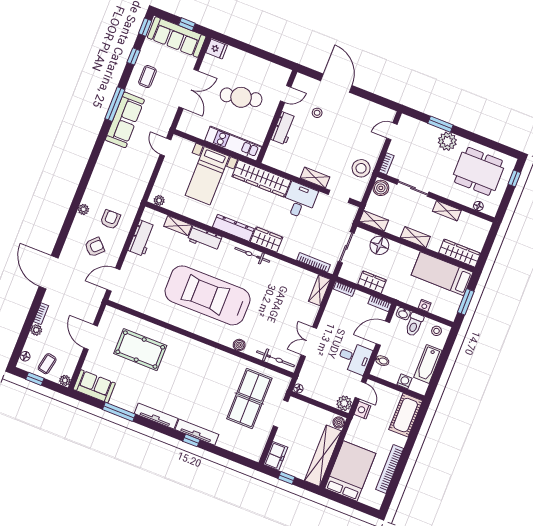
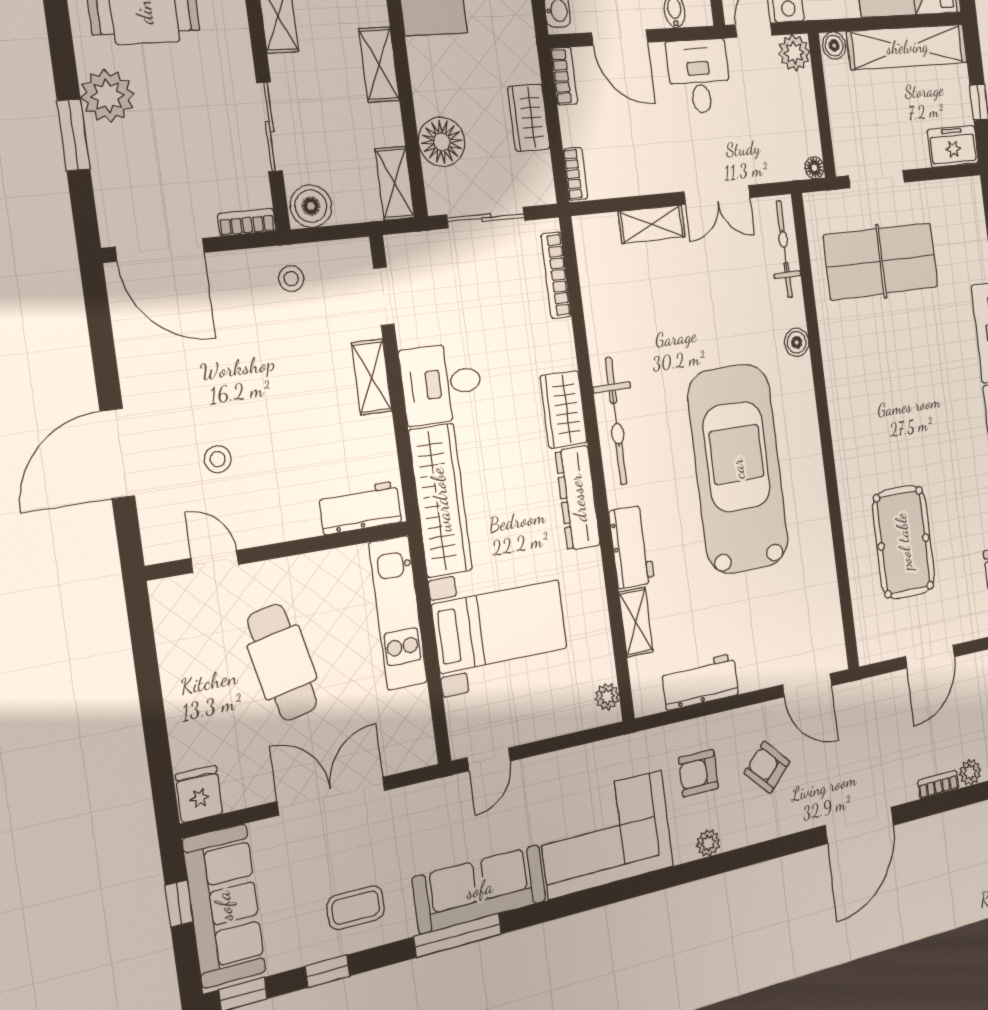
workbench: (284, 128) -> (360, 508), moved
door: (392, 131) -> (160, 250), width x1.88
stool: (361, 168) -> (291, 279), width x0.53, depth x0.53
corner sofa: (113, 174) -> (606, 834), added
bicycle: (252, 255) -> (616, 421), width x1.37, depth x1.40
shelving: (319, 290) -> (652, 224), moved
car: (208, 295) -> (738, 469), turned 180

